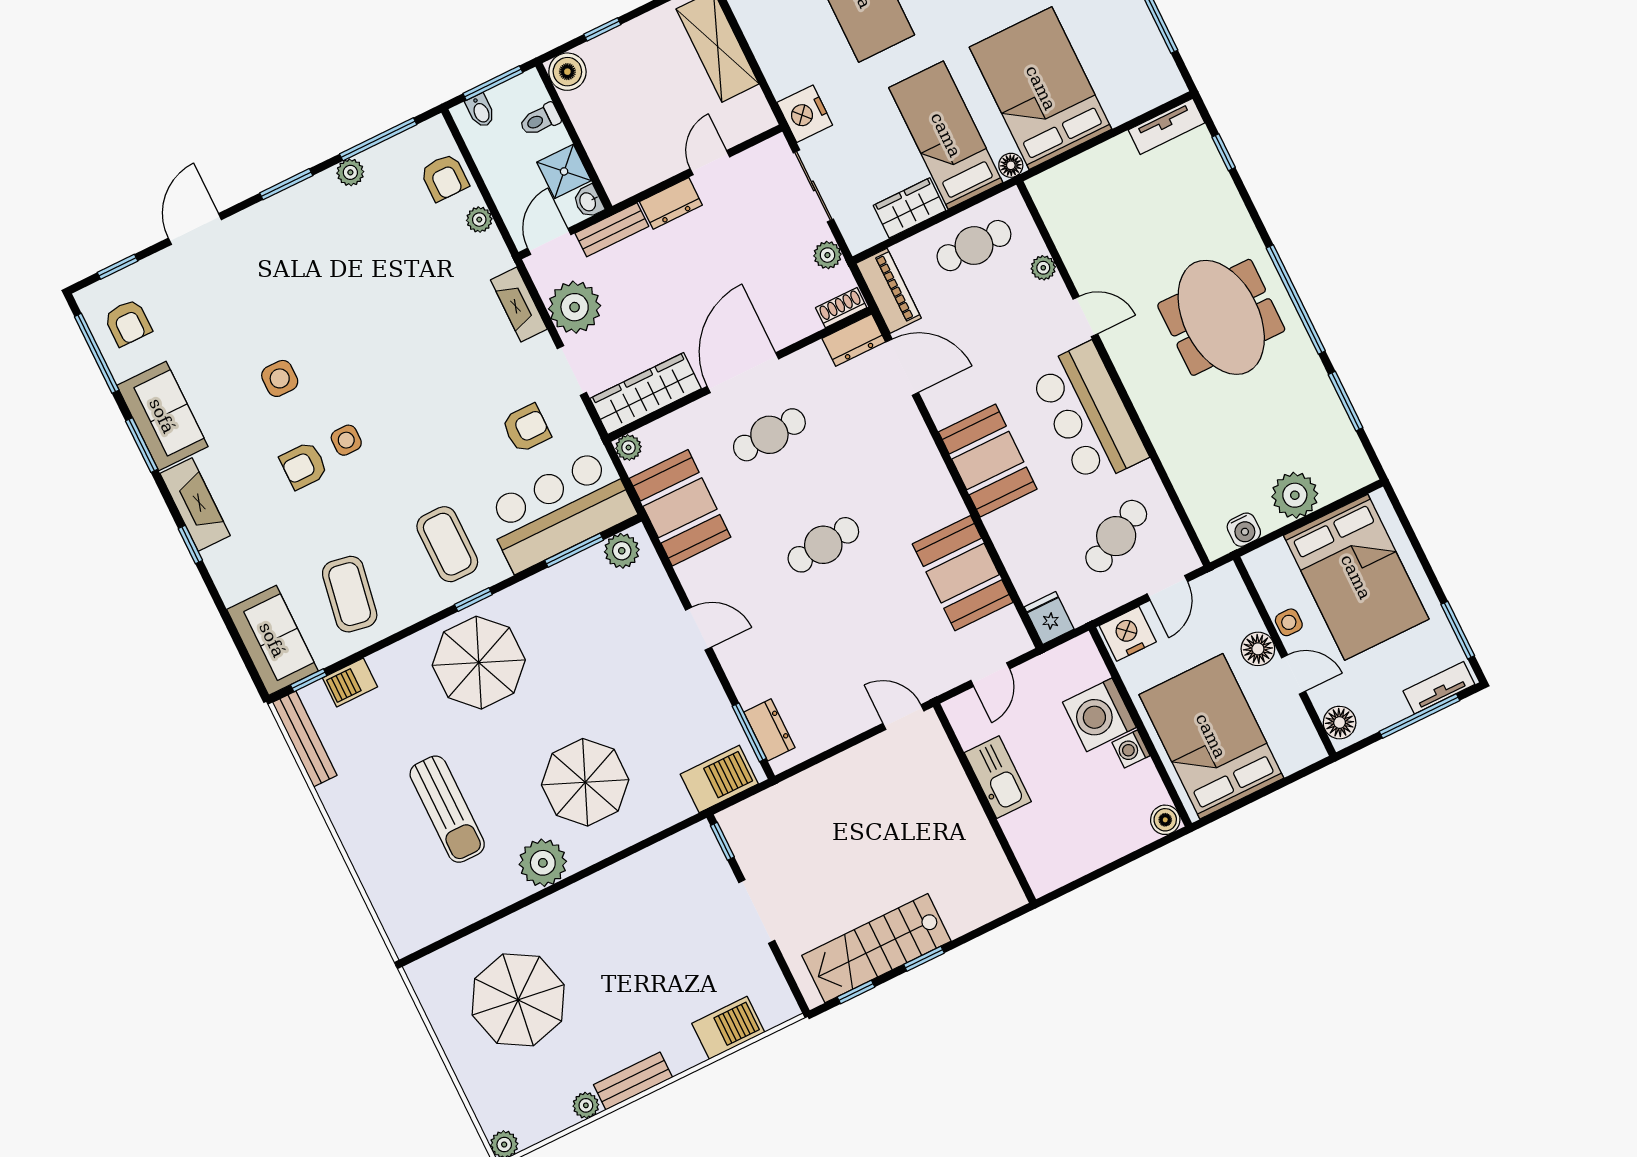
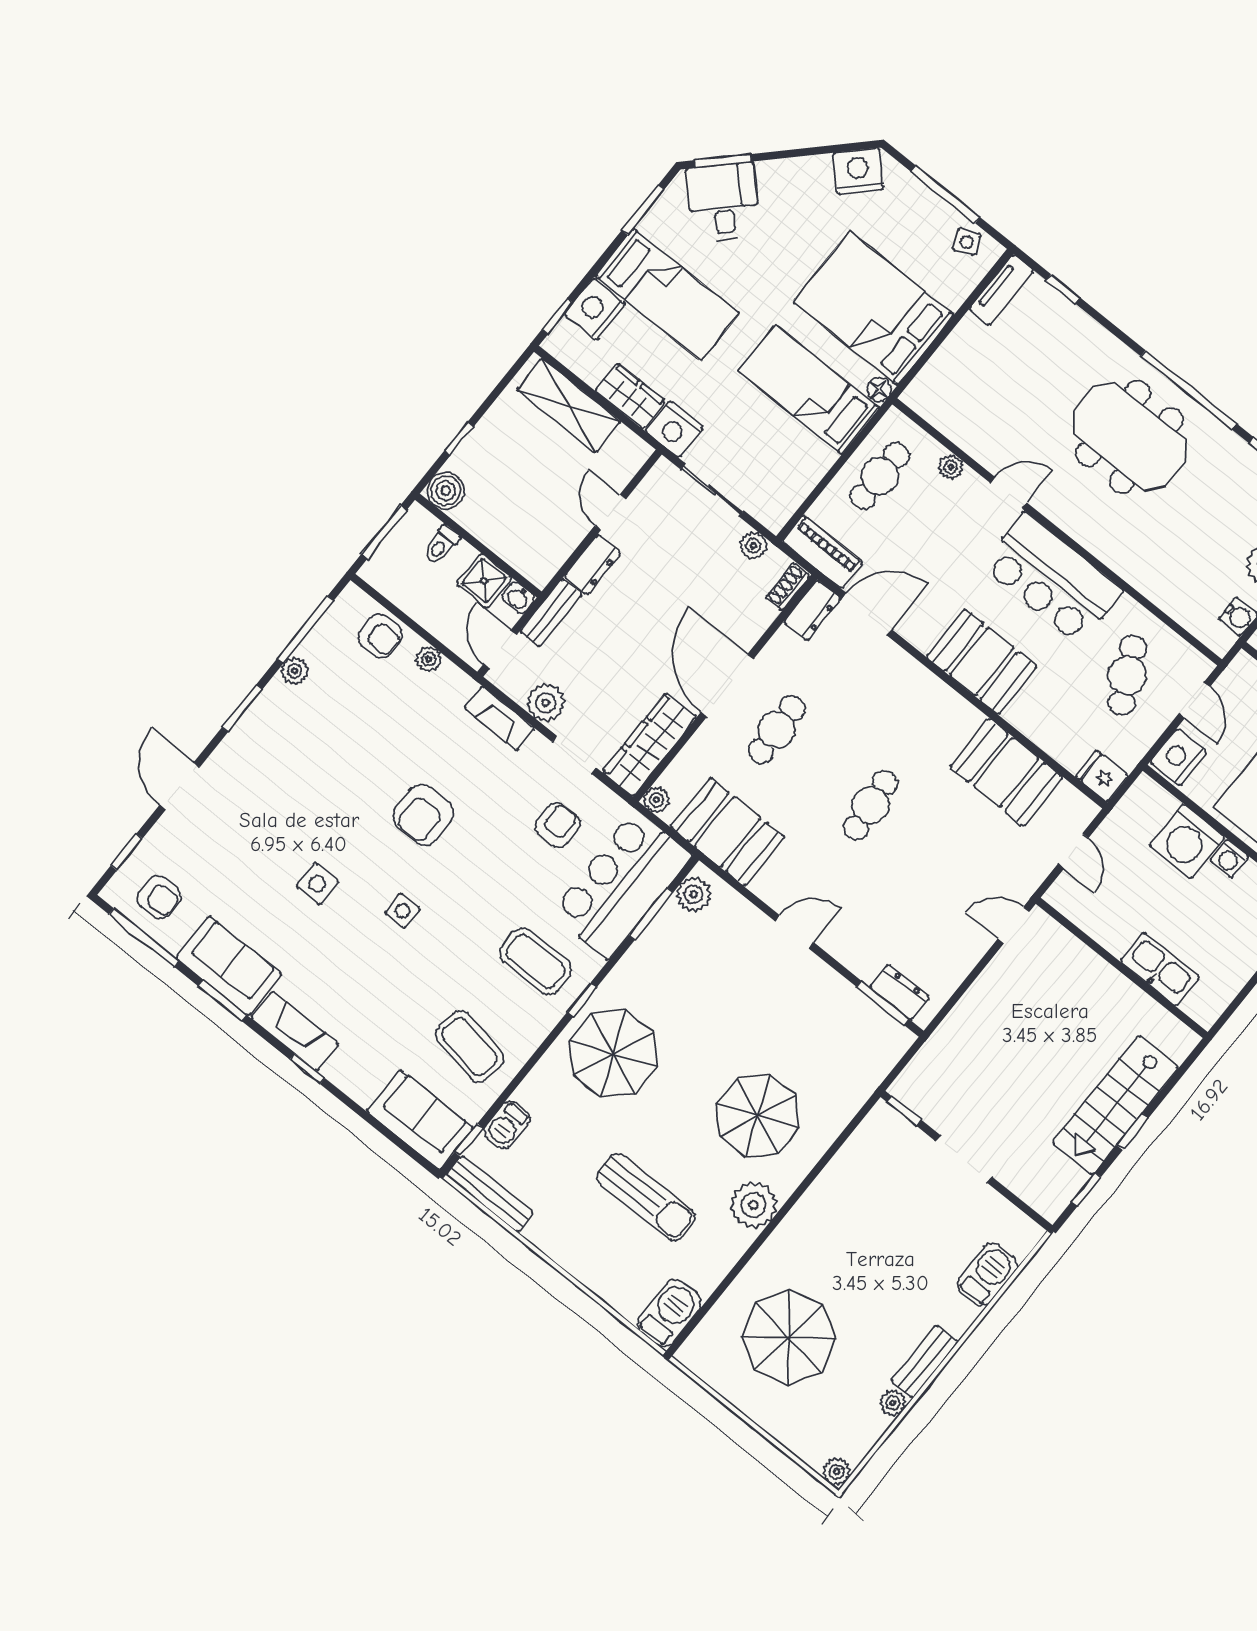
side table: (1155, 67) -> (967, 242), added
bidet: (481, 111) -> (385, 562), removed
wardrobe: (910, 208) -> (630, 396), moved, turned 90
plant: (575, 307) -> (546, 703), width x0.73, depth x0.73
armchair: (304, 466) -> (423, 815), moved, width x1.38, depth x1.38
kitchen sink: (998, 777) -> (1160, 969), moved
barbecue: (719, 779) -> (669, 1313), moved
stairs: (876, 948) -> (1115, 1105), moved

